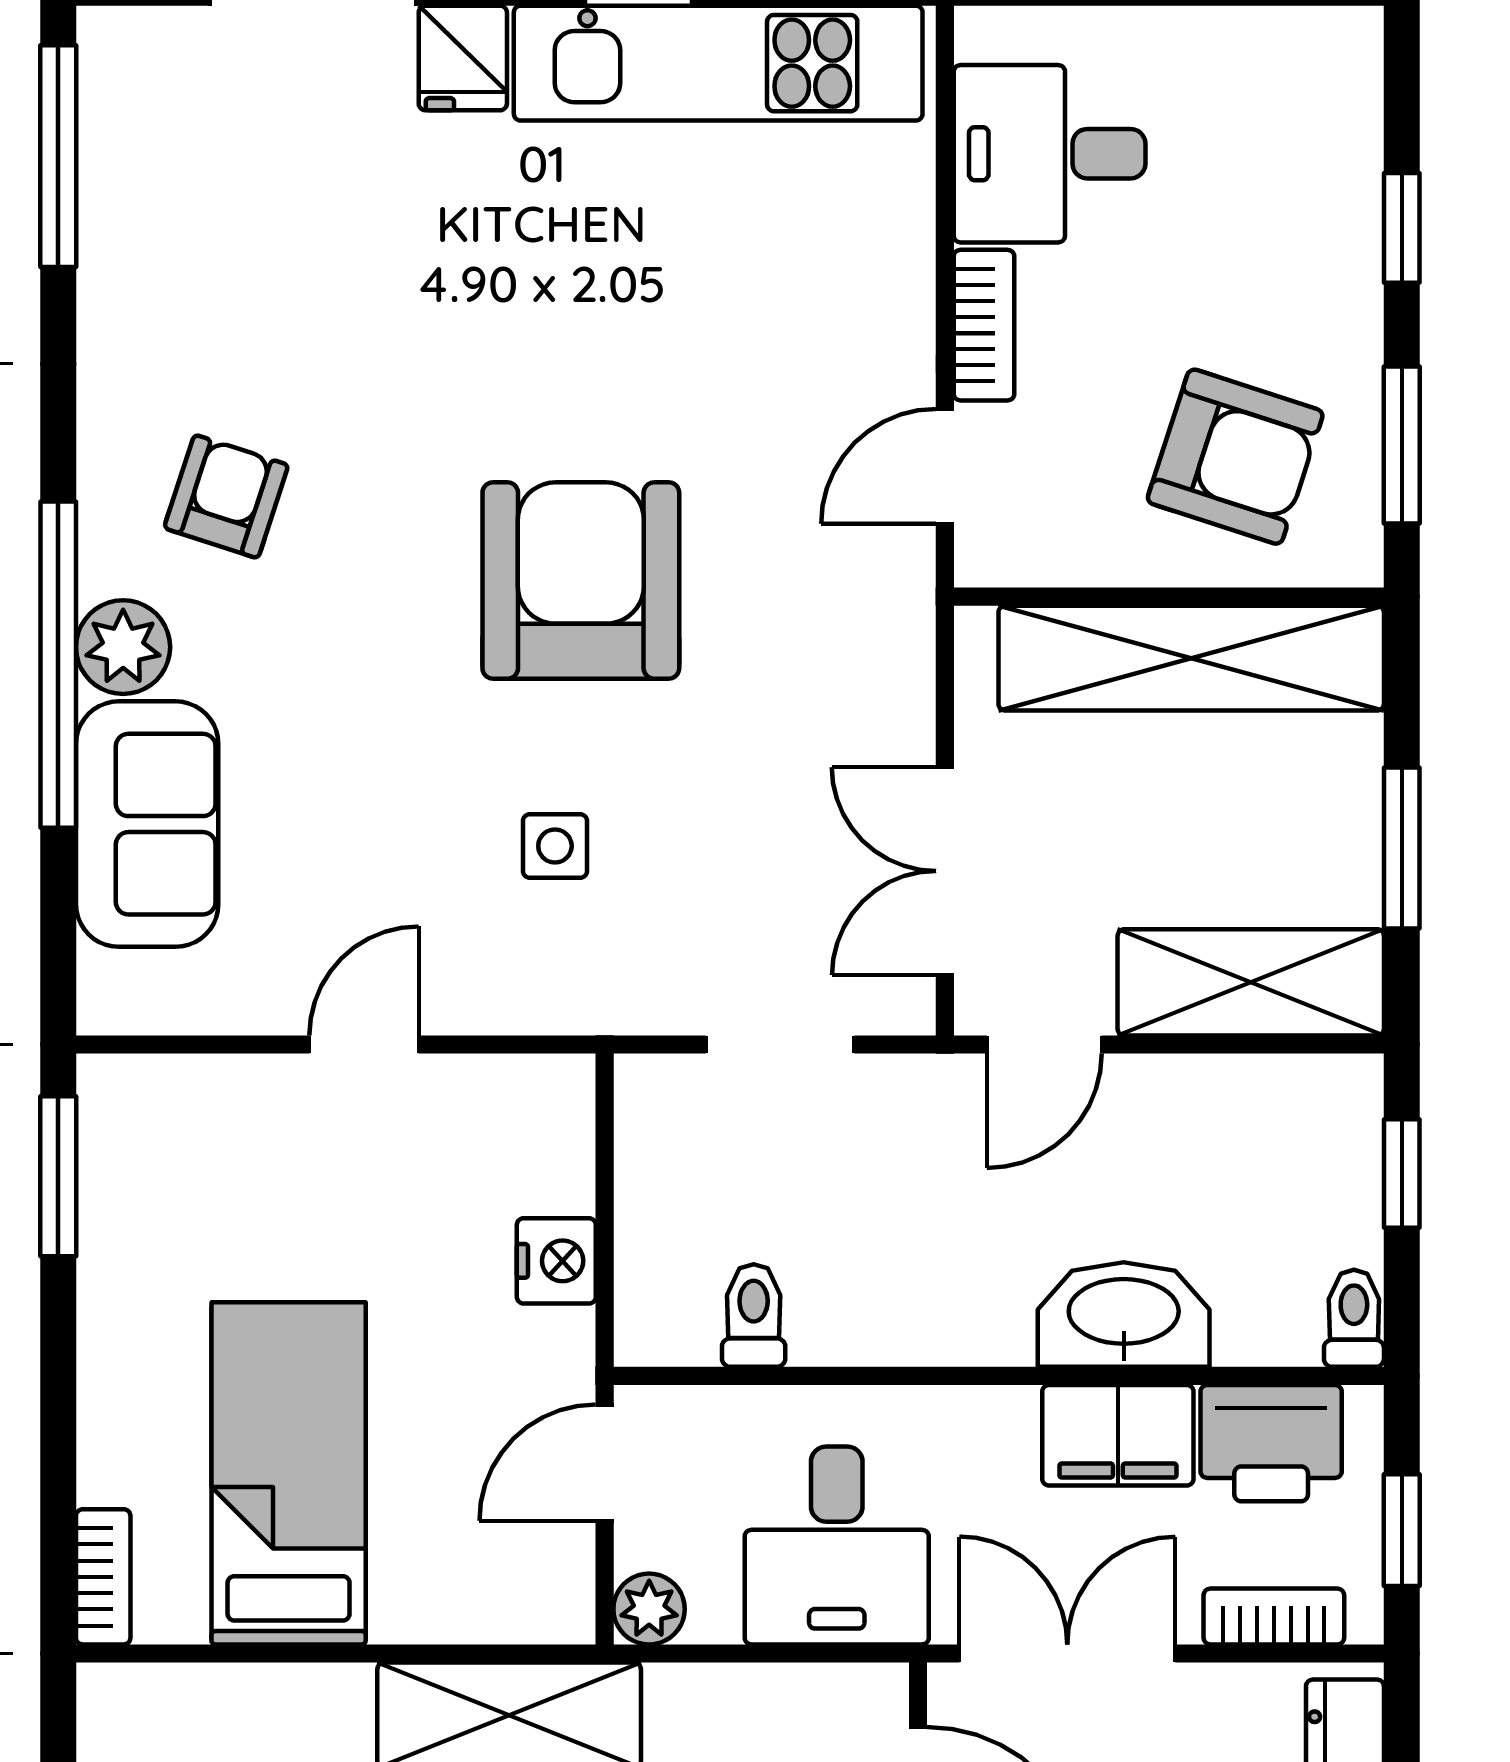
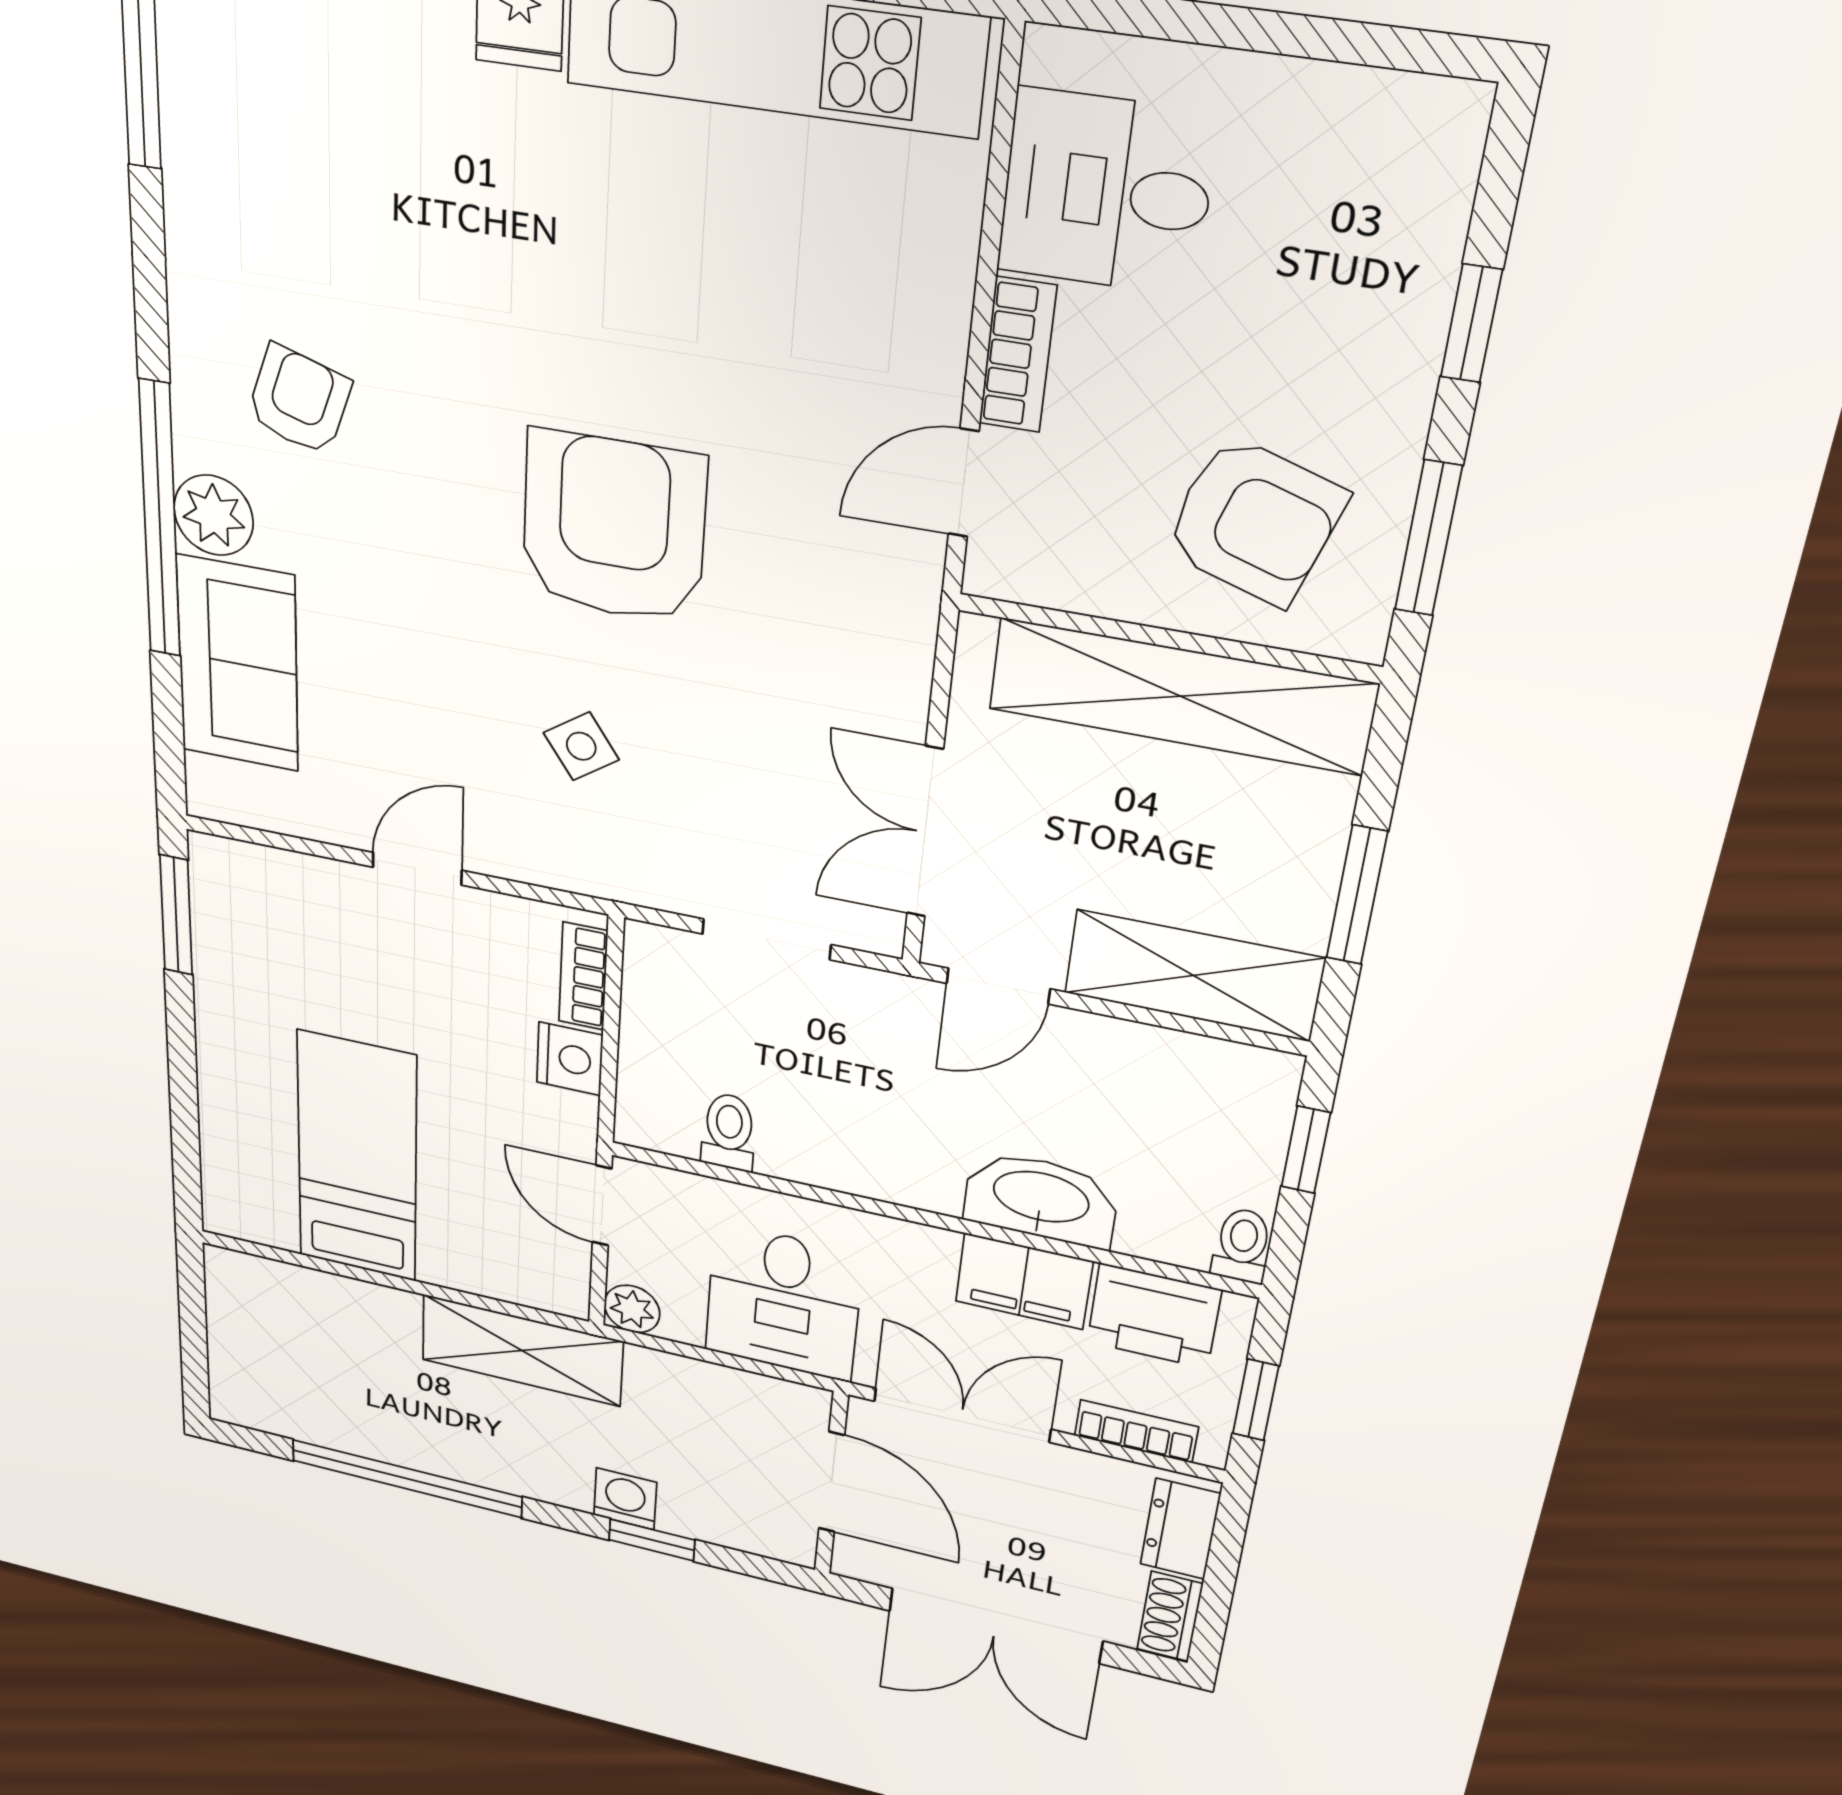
side table: (555, 846) -> (581, 746), turned -35
door: (605, 1463) -> (602, 1206), hinge flipped
bookcase: (103, 1577) -> (583, 976), moved, turned 180

